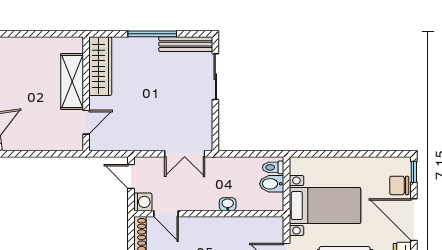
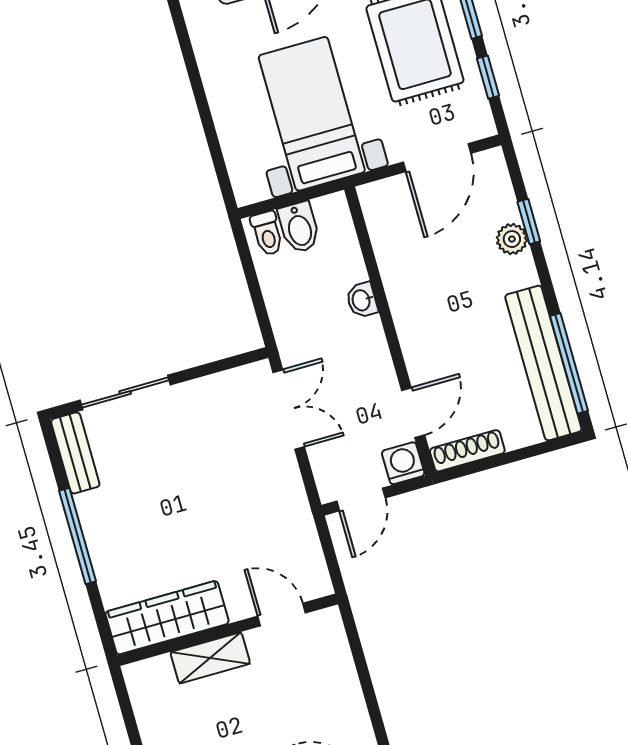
bench: (186, 44) -> (75, 453), width x0.73
shelving: (72, 81) -> (210, 658), width x0.67, depth x0.75

